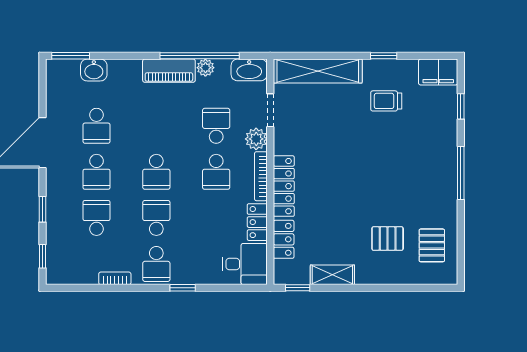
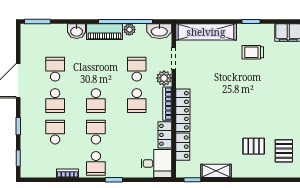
washbasin: (94, 70) -> (77, 31), moved
school desk: (96, 126) -> (55, 69), turned 180

